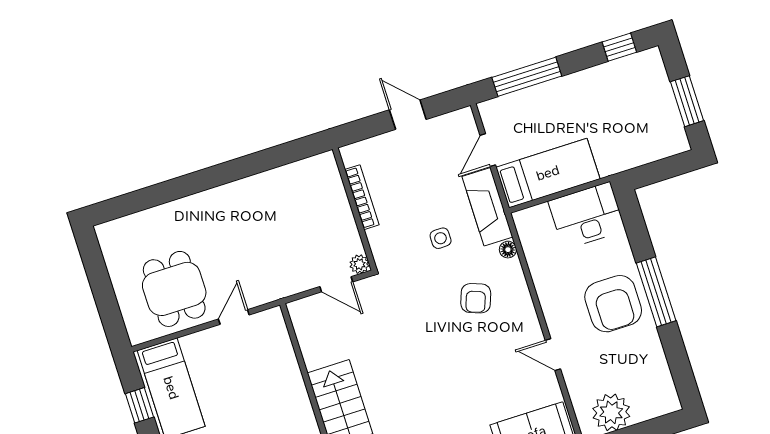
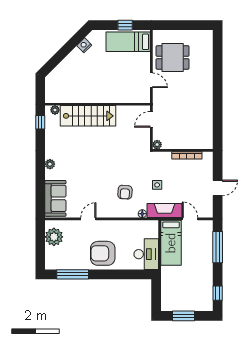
door: (336, 284) -> (151, 119), moved
window: (656, 292) -> (73, 274), moved
armchair: (476, 298) -> (125, 192), turned -106

